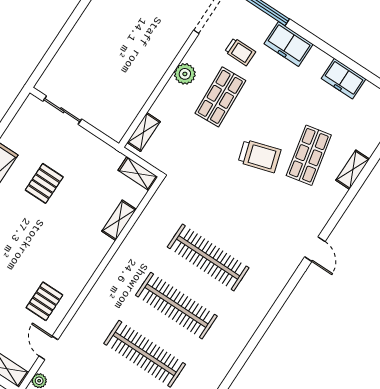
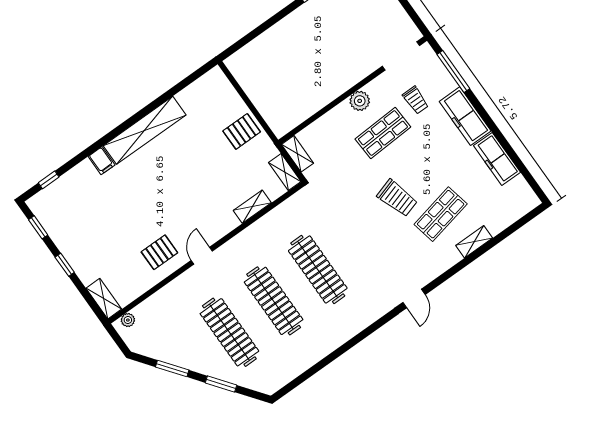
freezer: (289, 44) -> (465, 116), width x1.40
freezer: (344, 79) -> (497, 159), width x1.40
sliding door: (62, 110) -> (240, 91), removed
shelving: (144, 132) -> (297, 154), moved, turned 90
pallet: (44, 183) -> (242, 131), moved
door: (48, 348) -> (202, 256), moved

